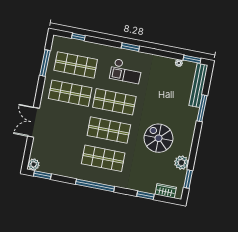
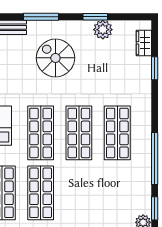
window: (202, 108) -> (41, 17), moved
spiral stairs: (158, 138) -> (55, 58), moved, turned 90
window: (188, 179) -> (95, 17), moved
window: (95, 185) -> (155, 158), moved

